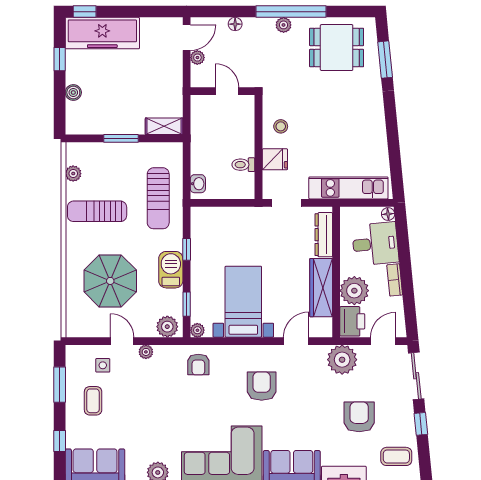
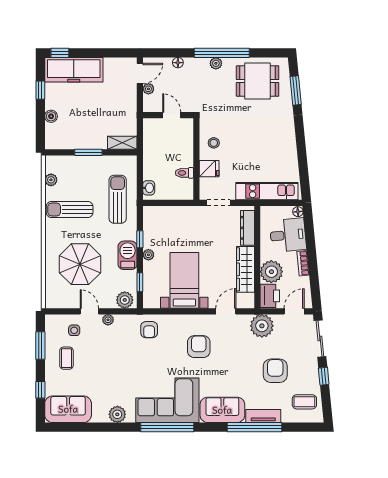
sun lounger: (158, 198) -> (118, 199), turned 180
plant: (197, 330) -> (148, 255), moved

